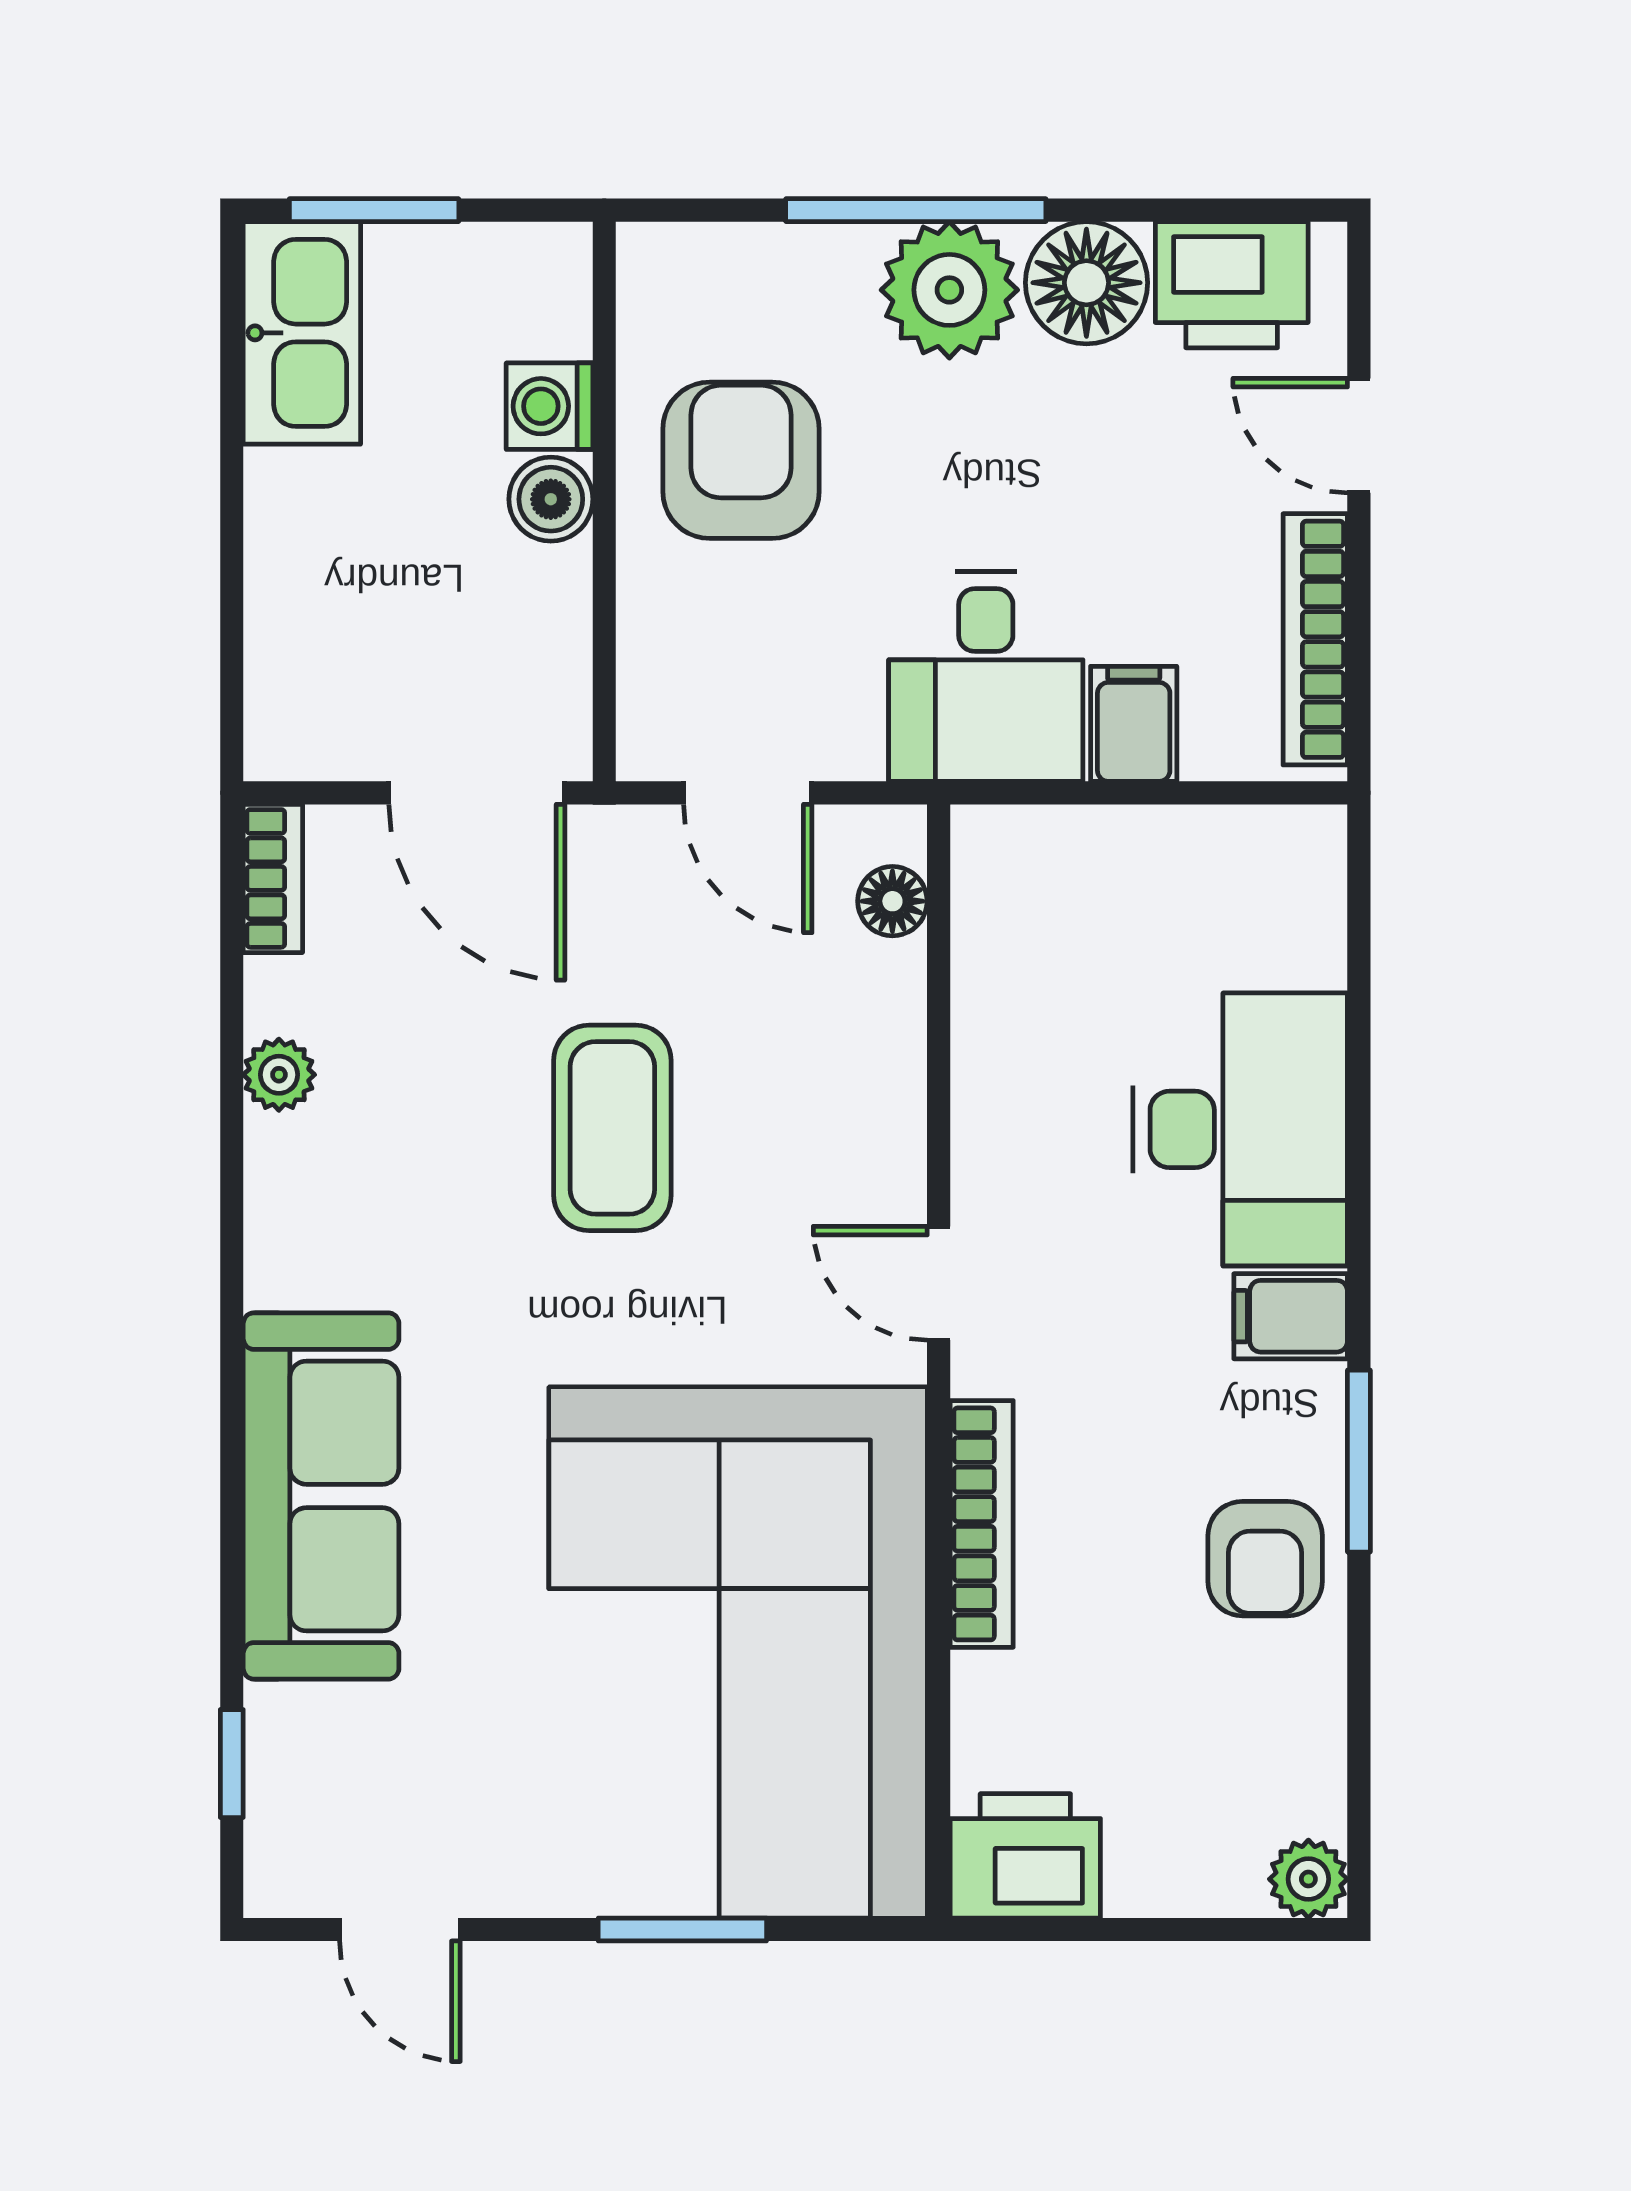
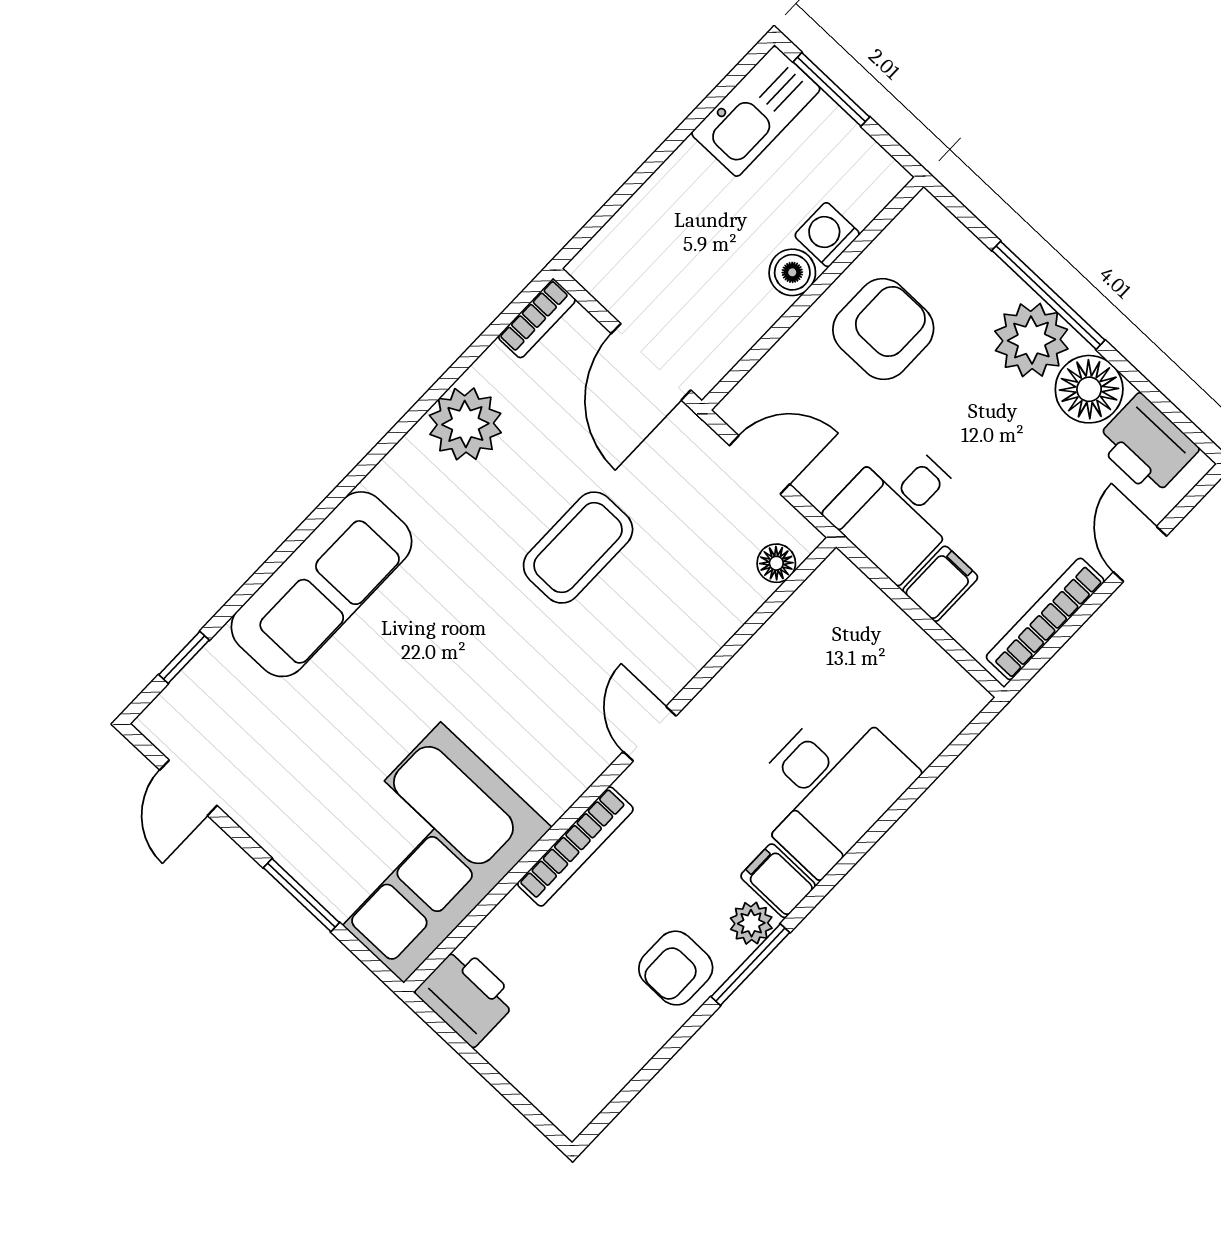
door: (748, 793) -> (760, 465), swing flipped
plant: (279, 1075) -> (465, 424), width x1.87, depth x1.87
corner sofa: (738, 1652) -> (422, 853), width x0.73, depth x0.74
plant: (1308, 1879) -> (751, 923), moved

